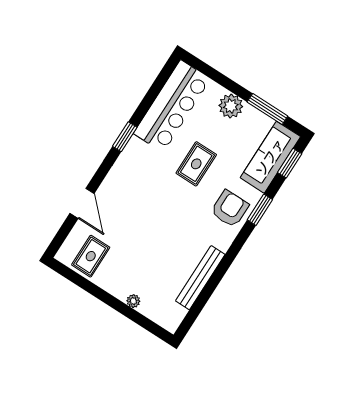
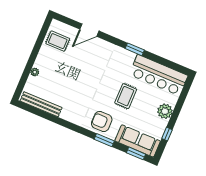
window: (267, 109) -> (167, 134), width x0.46
rug: (196, 164) -> (126, 96), turned 90
armchair: (230, 209) -> (102, 122), turned 180
bench: (200, 278) -> (41, 104), moved

